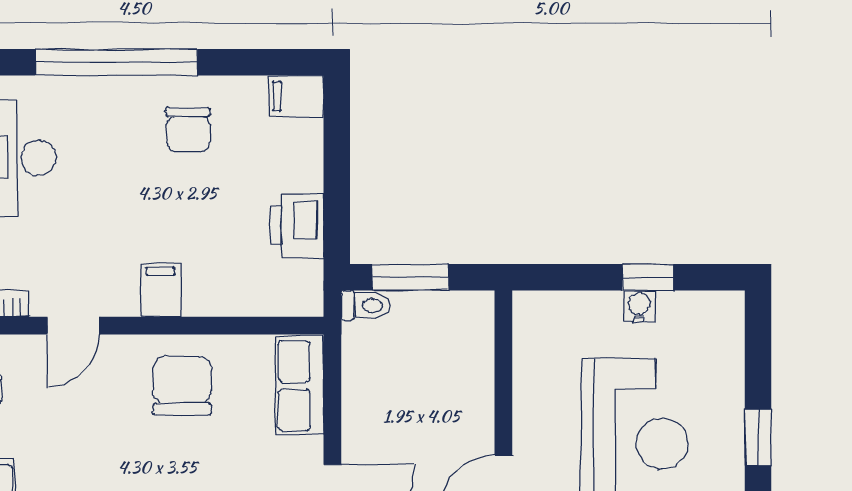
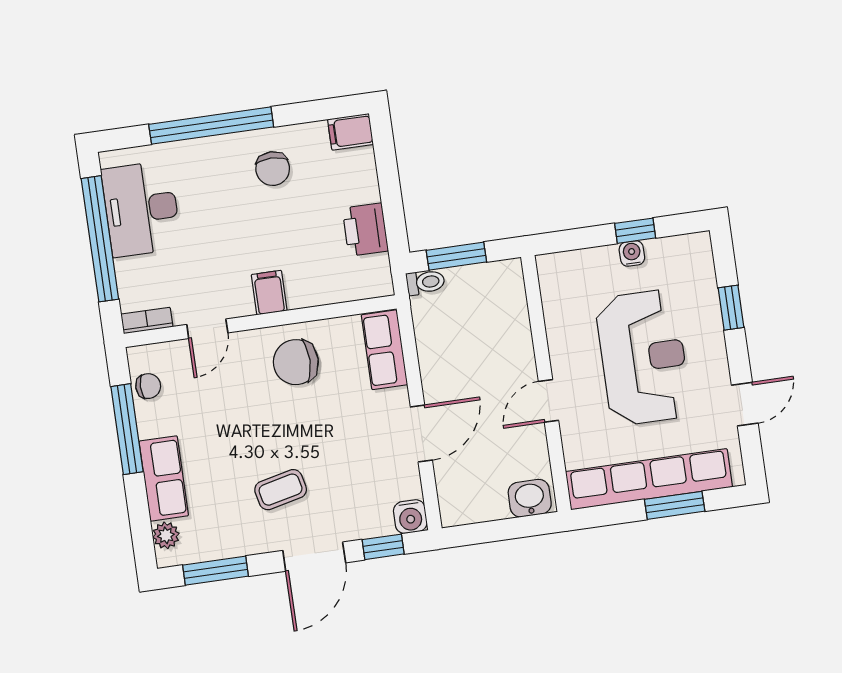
chair: (182, 385) -> (296, 362), turned -90
window: (758, 437) -> (731, 308), moved

